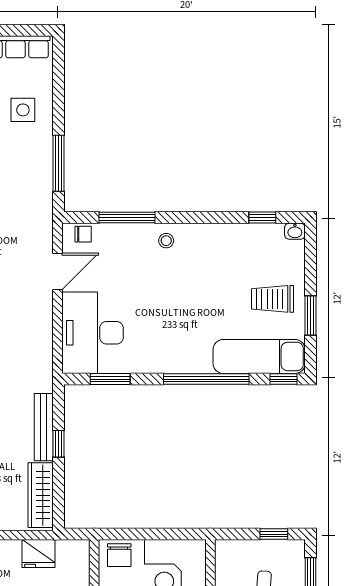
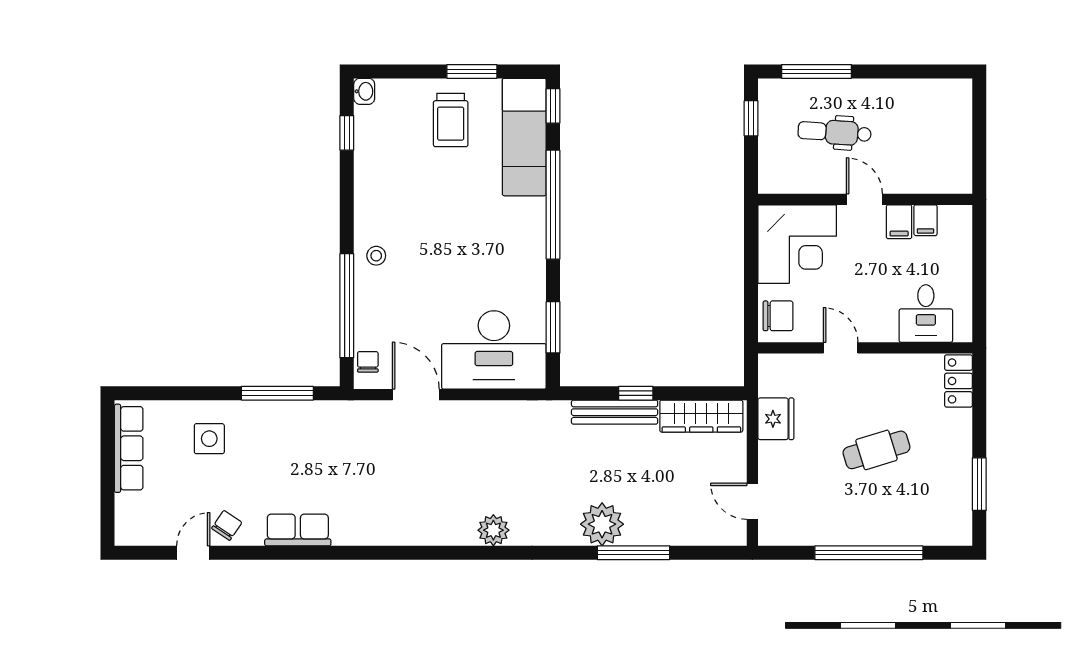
window: (127, 218) -> (347, 306), width x1.46

